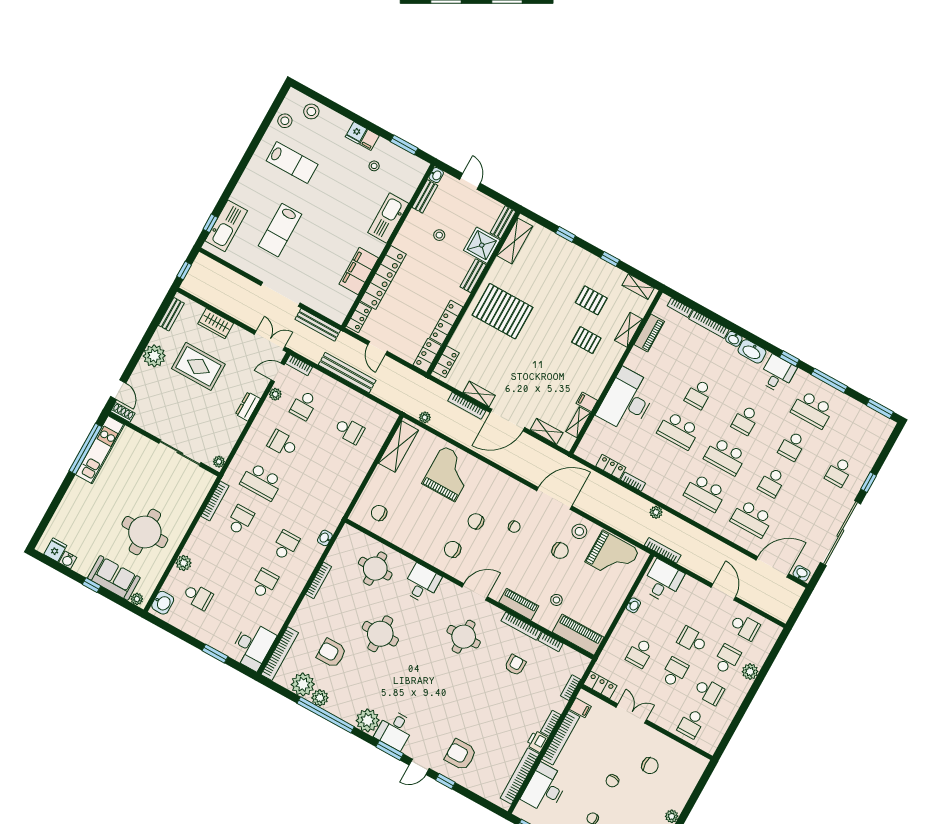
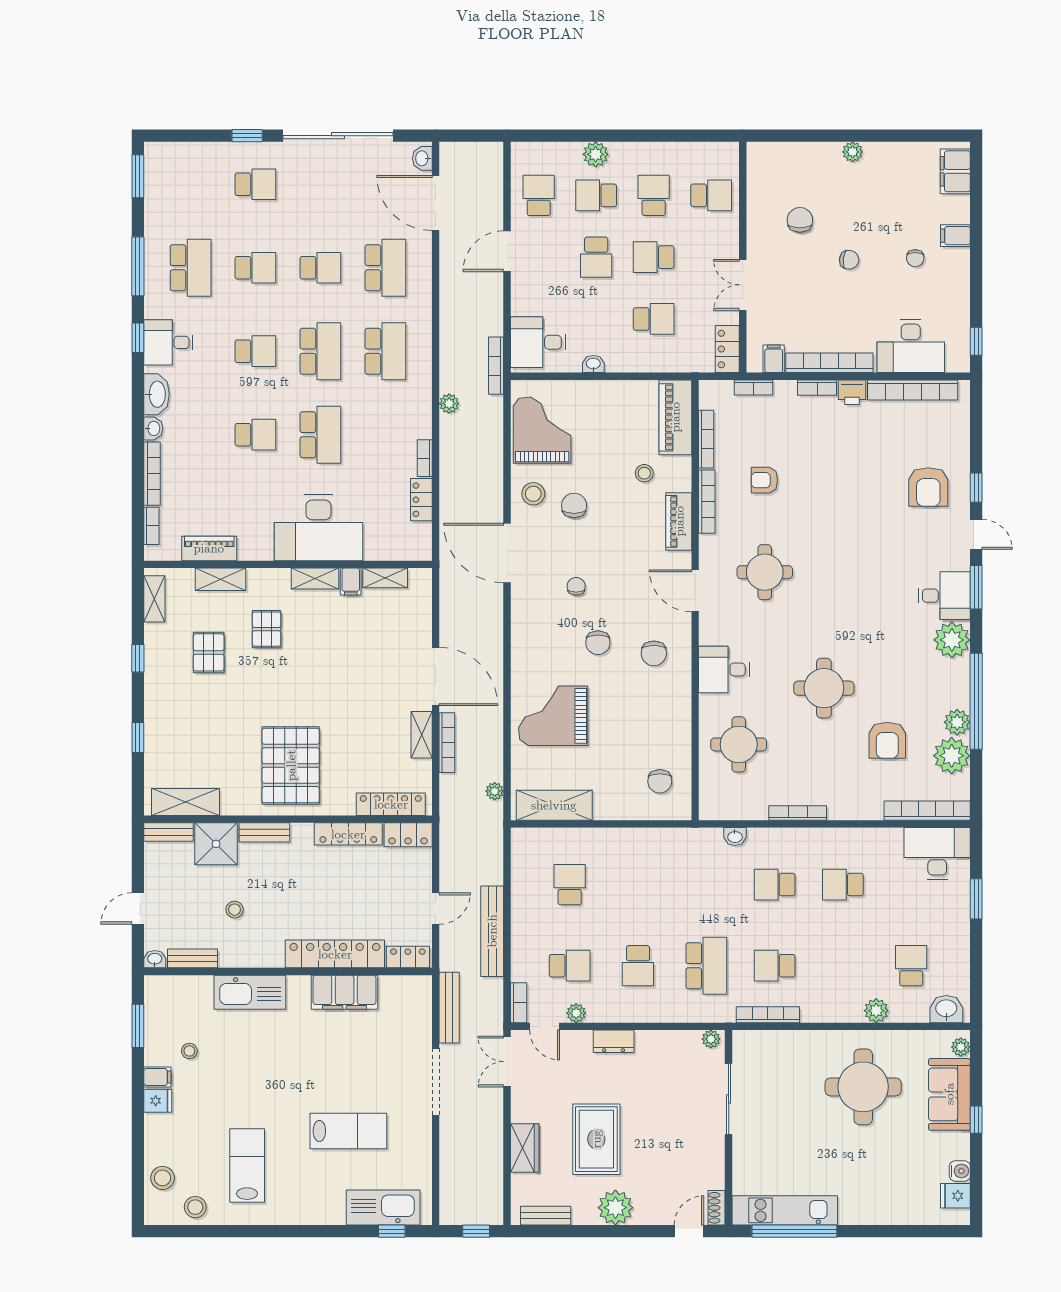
locker: (446, 362) -> (391, 804), width x1.53
shelving: (547, 431) -> (315, 579), moved, turned 90
bookcase: (550, 642) -> (706, 439), width x1.56

